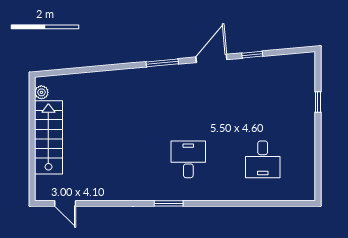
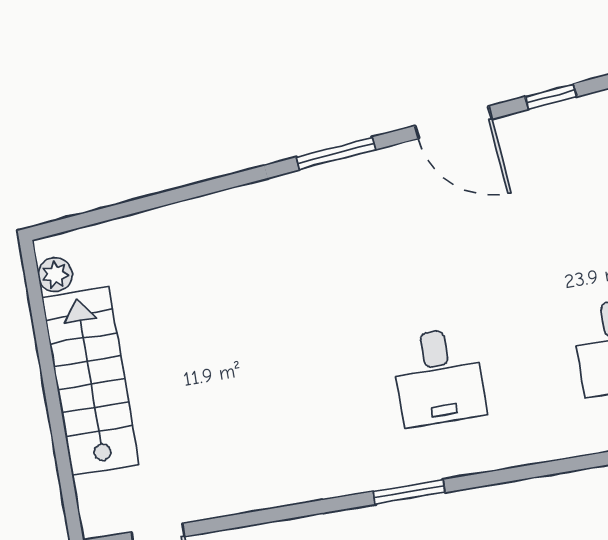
door: (211, 58) -> (453, 122), swing flipped
desk: (188, 159) -> (439, 377), turned 180

